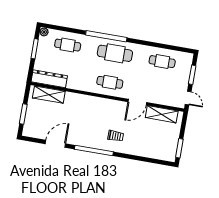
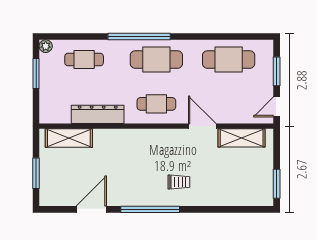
cafe table: (162, 62) -> (229, 60), width x1.37, depth x1.35
dresser: (49, 79) -> (98, 114), moved
door: (188, 98) -> (277, 107), swing flipped
door: (137, 102) -> (202, 126), swing flipped

